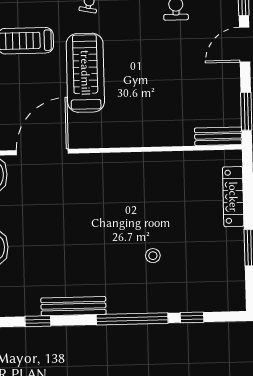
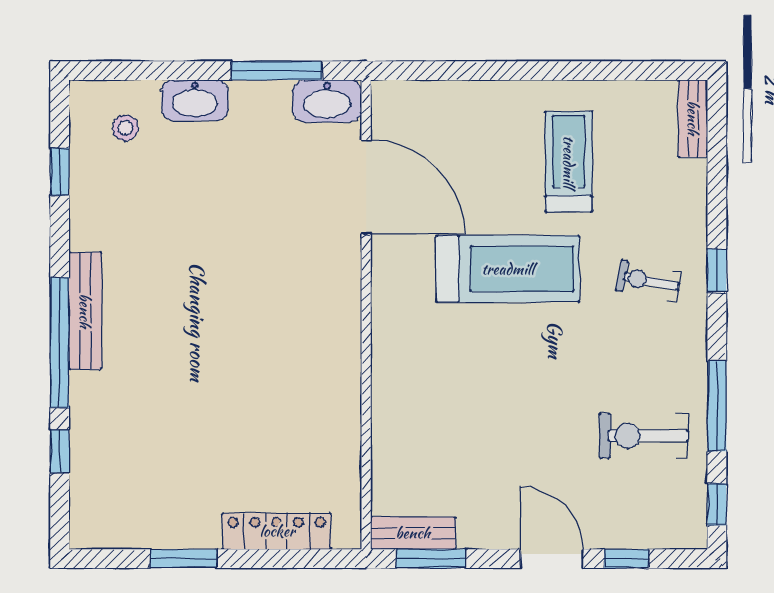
bench: (218, 136) -> (413, 533), moved, turned 90
stool: (153, 256) -> (125, 128), moved
bench: (73, 306) -> (85, 311), moved

